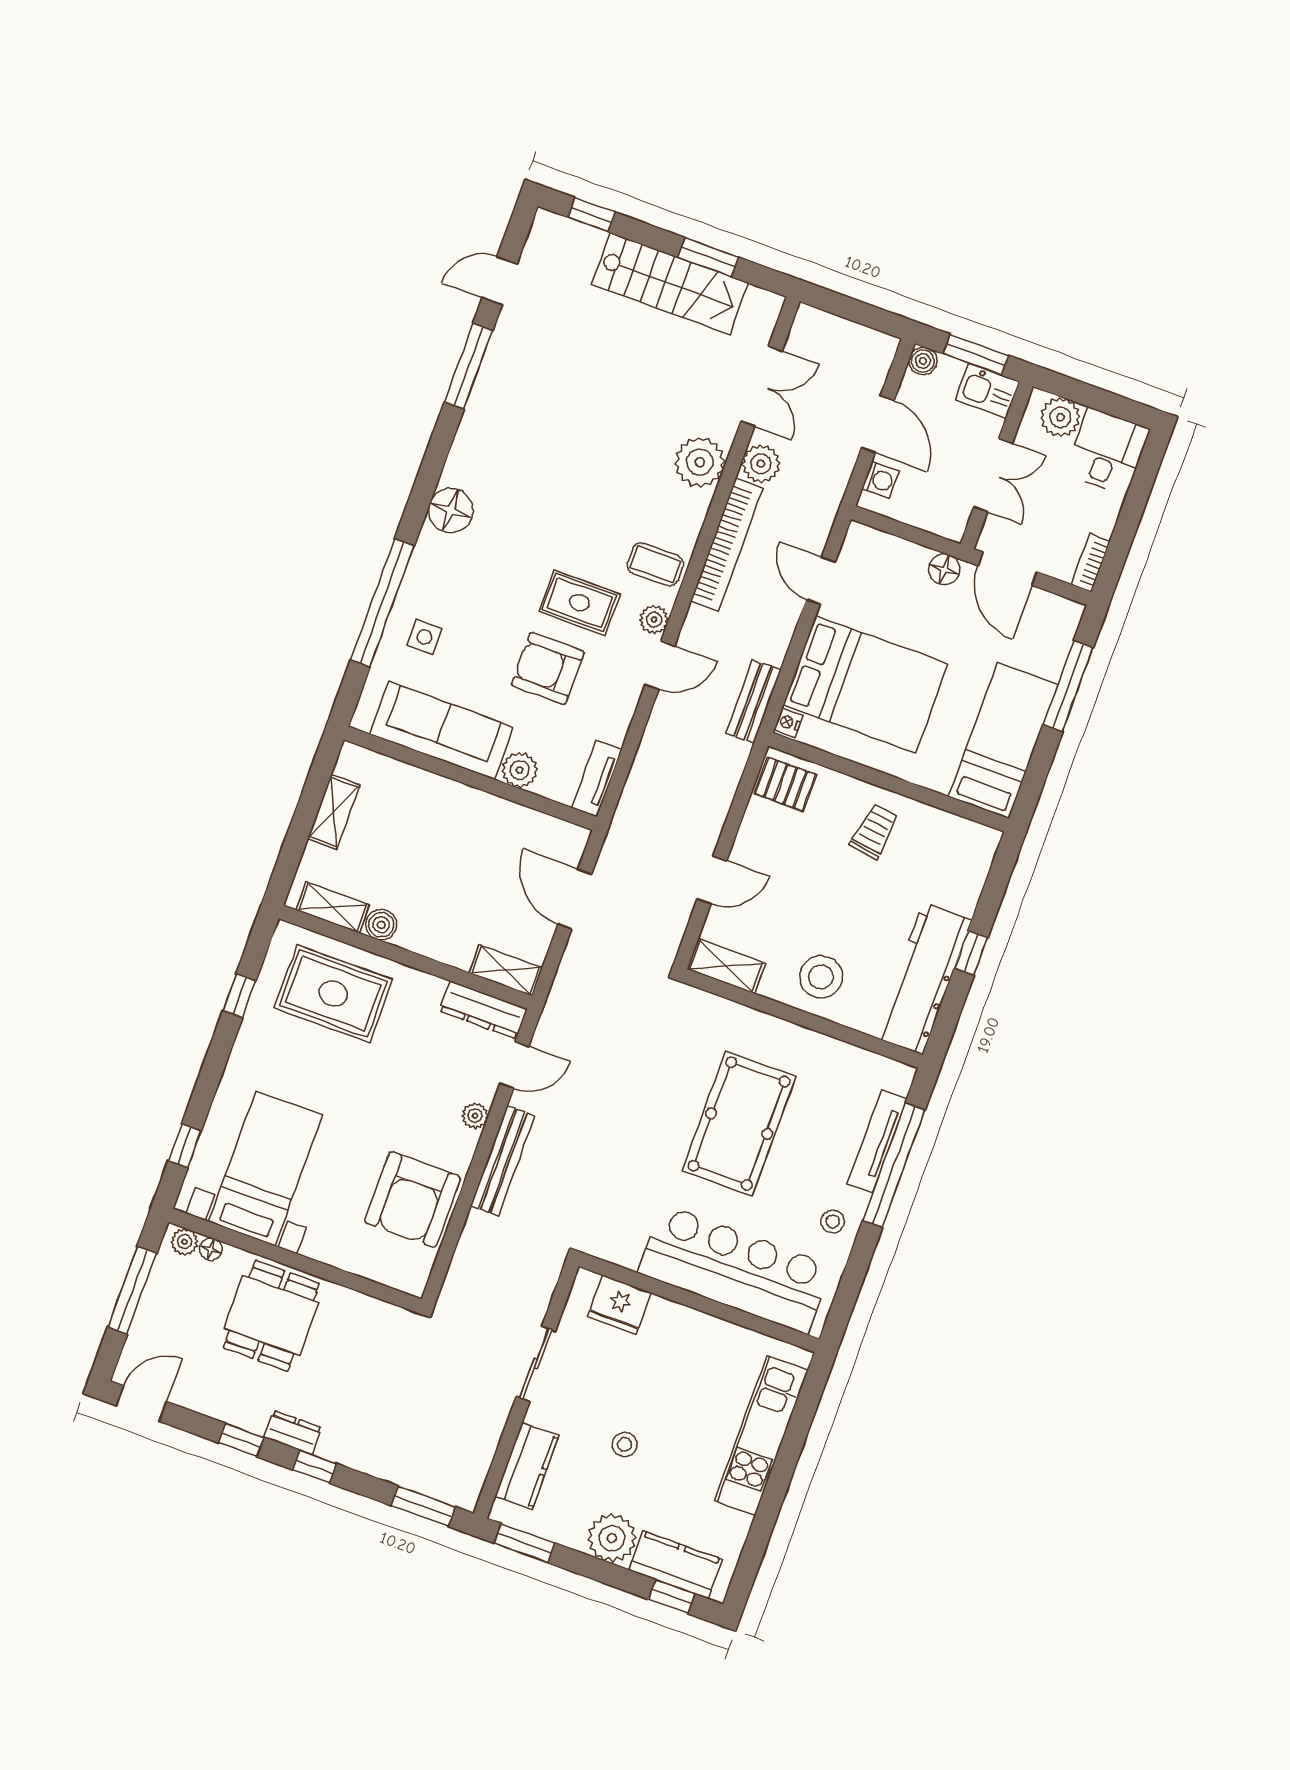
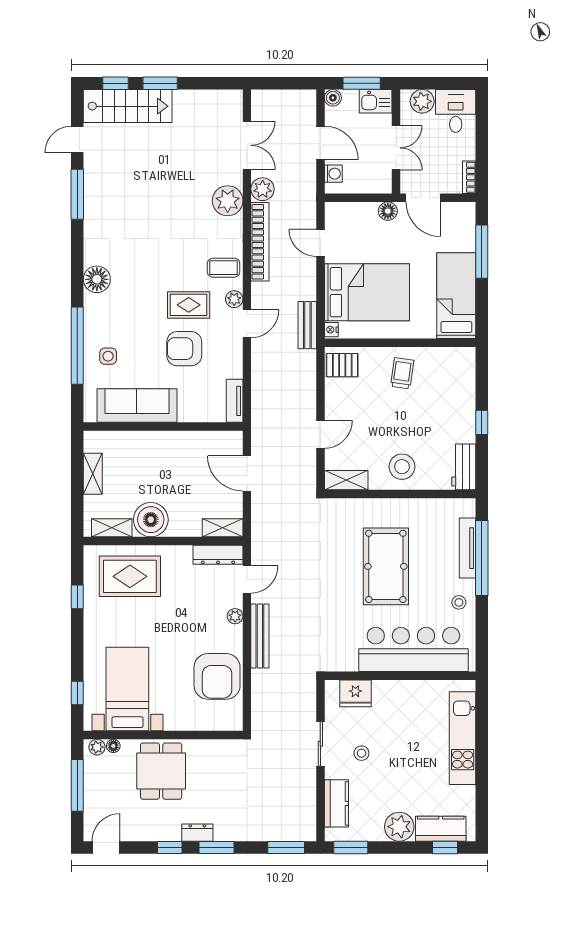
window: (708, 257) -> (160, 83), moved
stairs: (670, 284) -> (128, 106), moved
plant: (520, 770) -> (189, 412), removed
boiler: (381, 925) -> (151, 520), width x1.86, depth x1.86
workbench: (923, 979) -> (464, 467), width x0.53, depth x0.76
stool: (625, 1444) -> (361, 753), moved
window: (314, 1467) -> (217, 847), width x1.50

